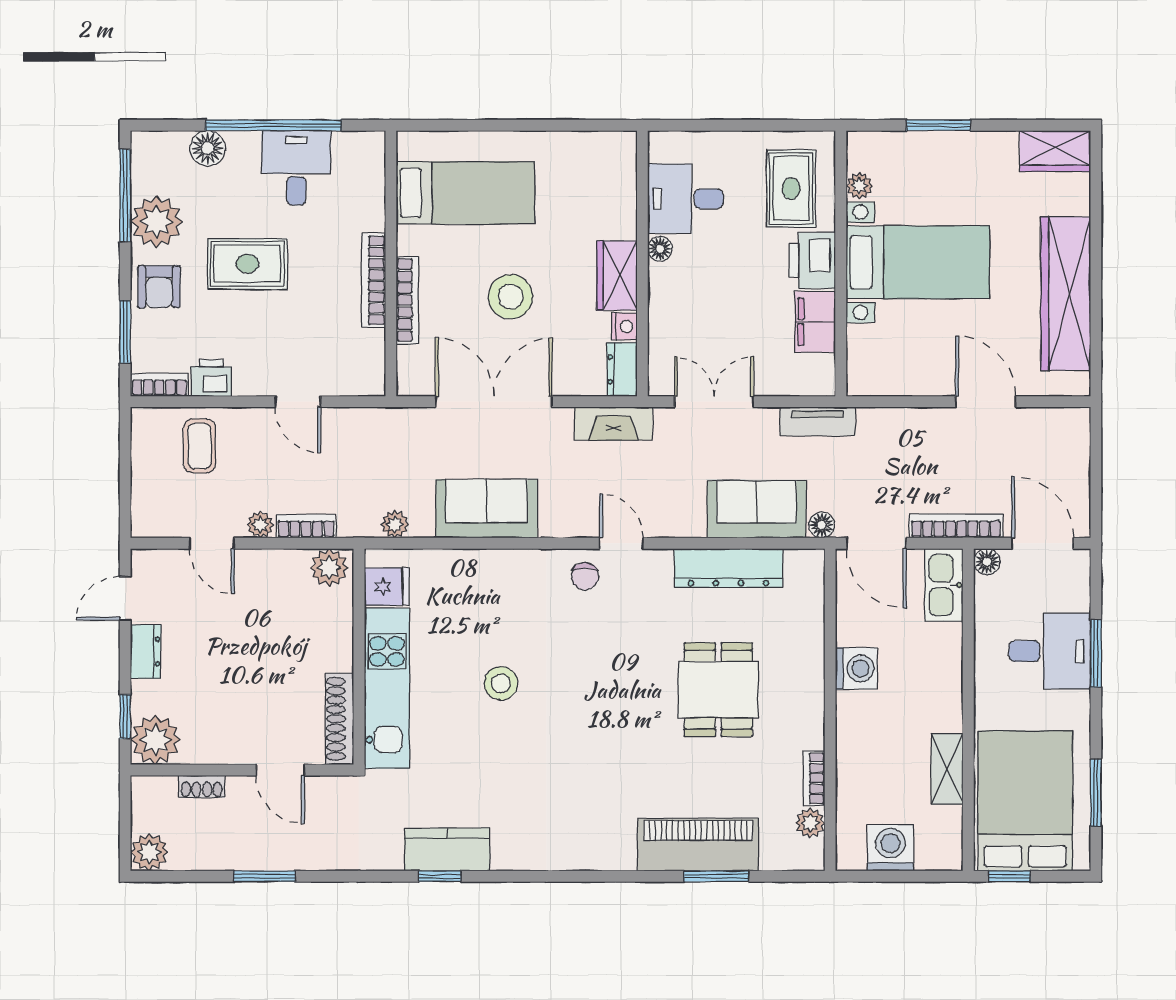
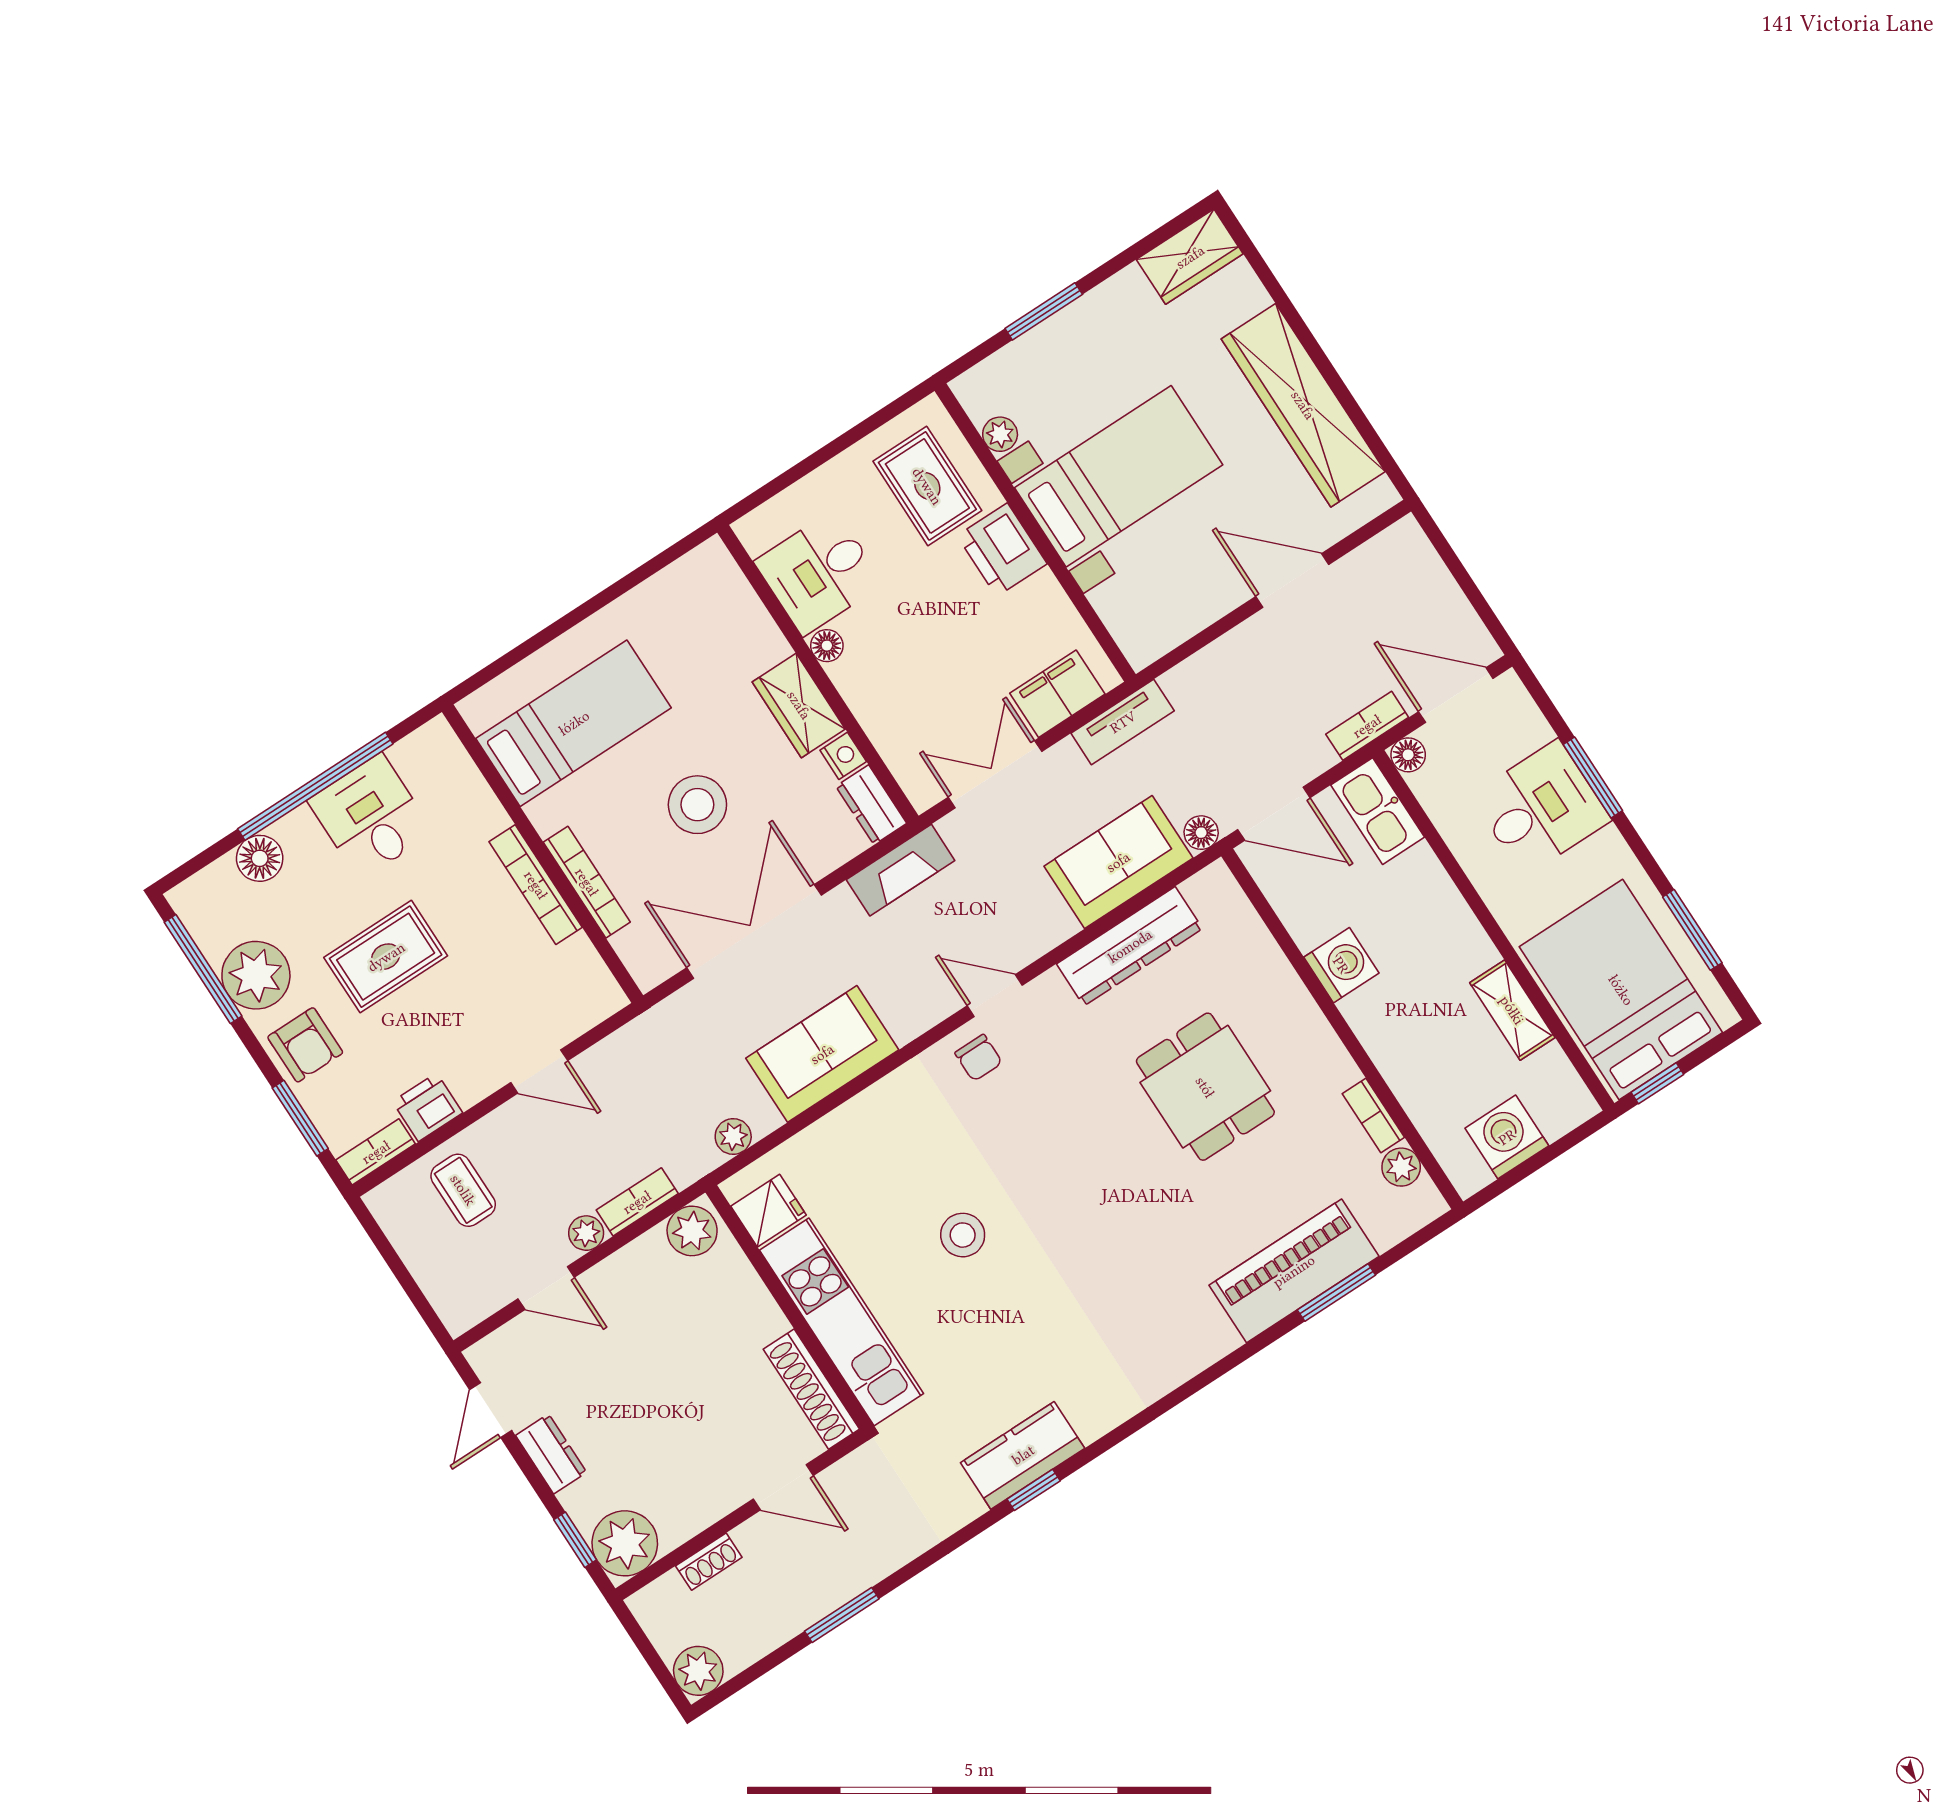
filing cabinet: (815, 322) -> (1057, 694), moved, turned 90
bookcase: (956, 526) -> (1367, 726), width x0.64

